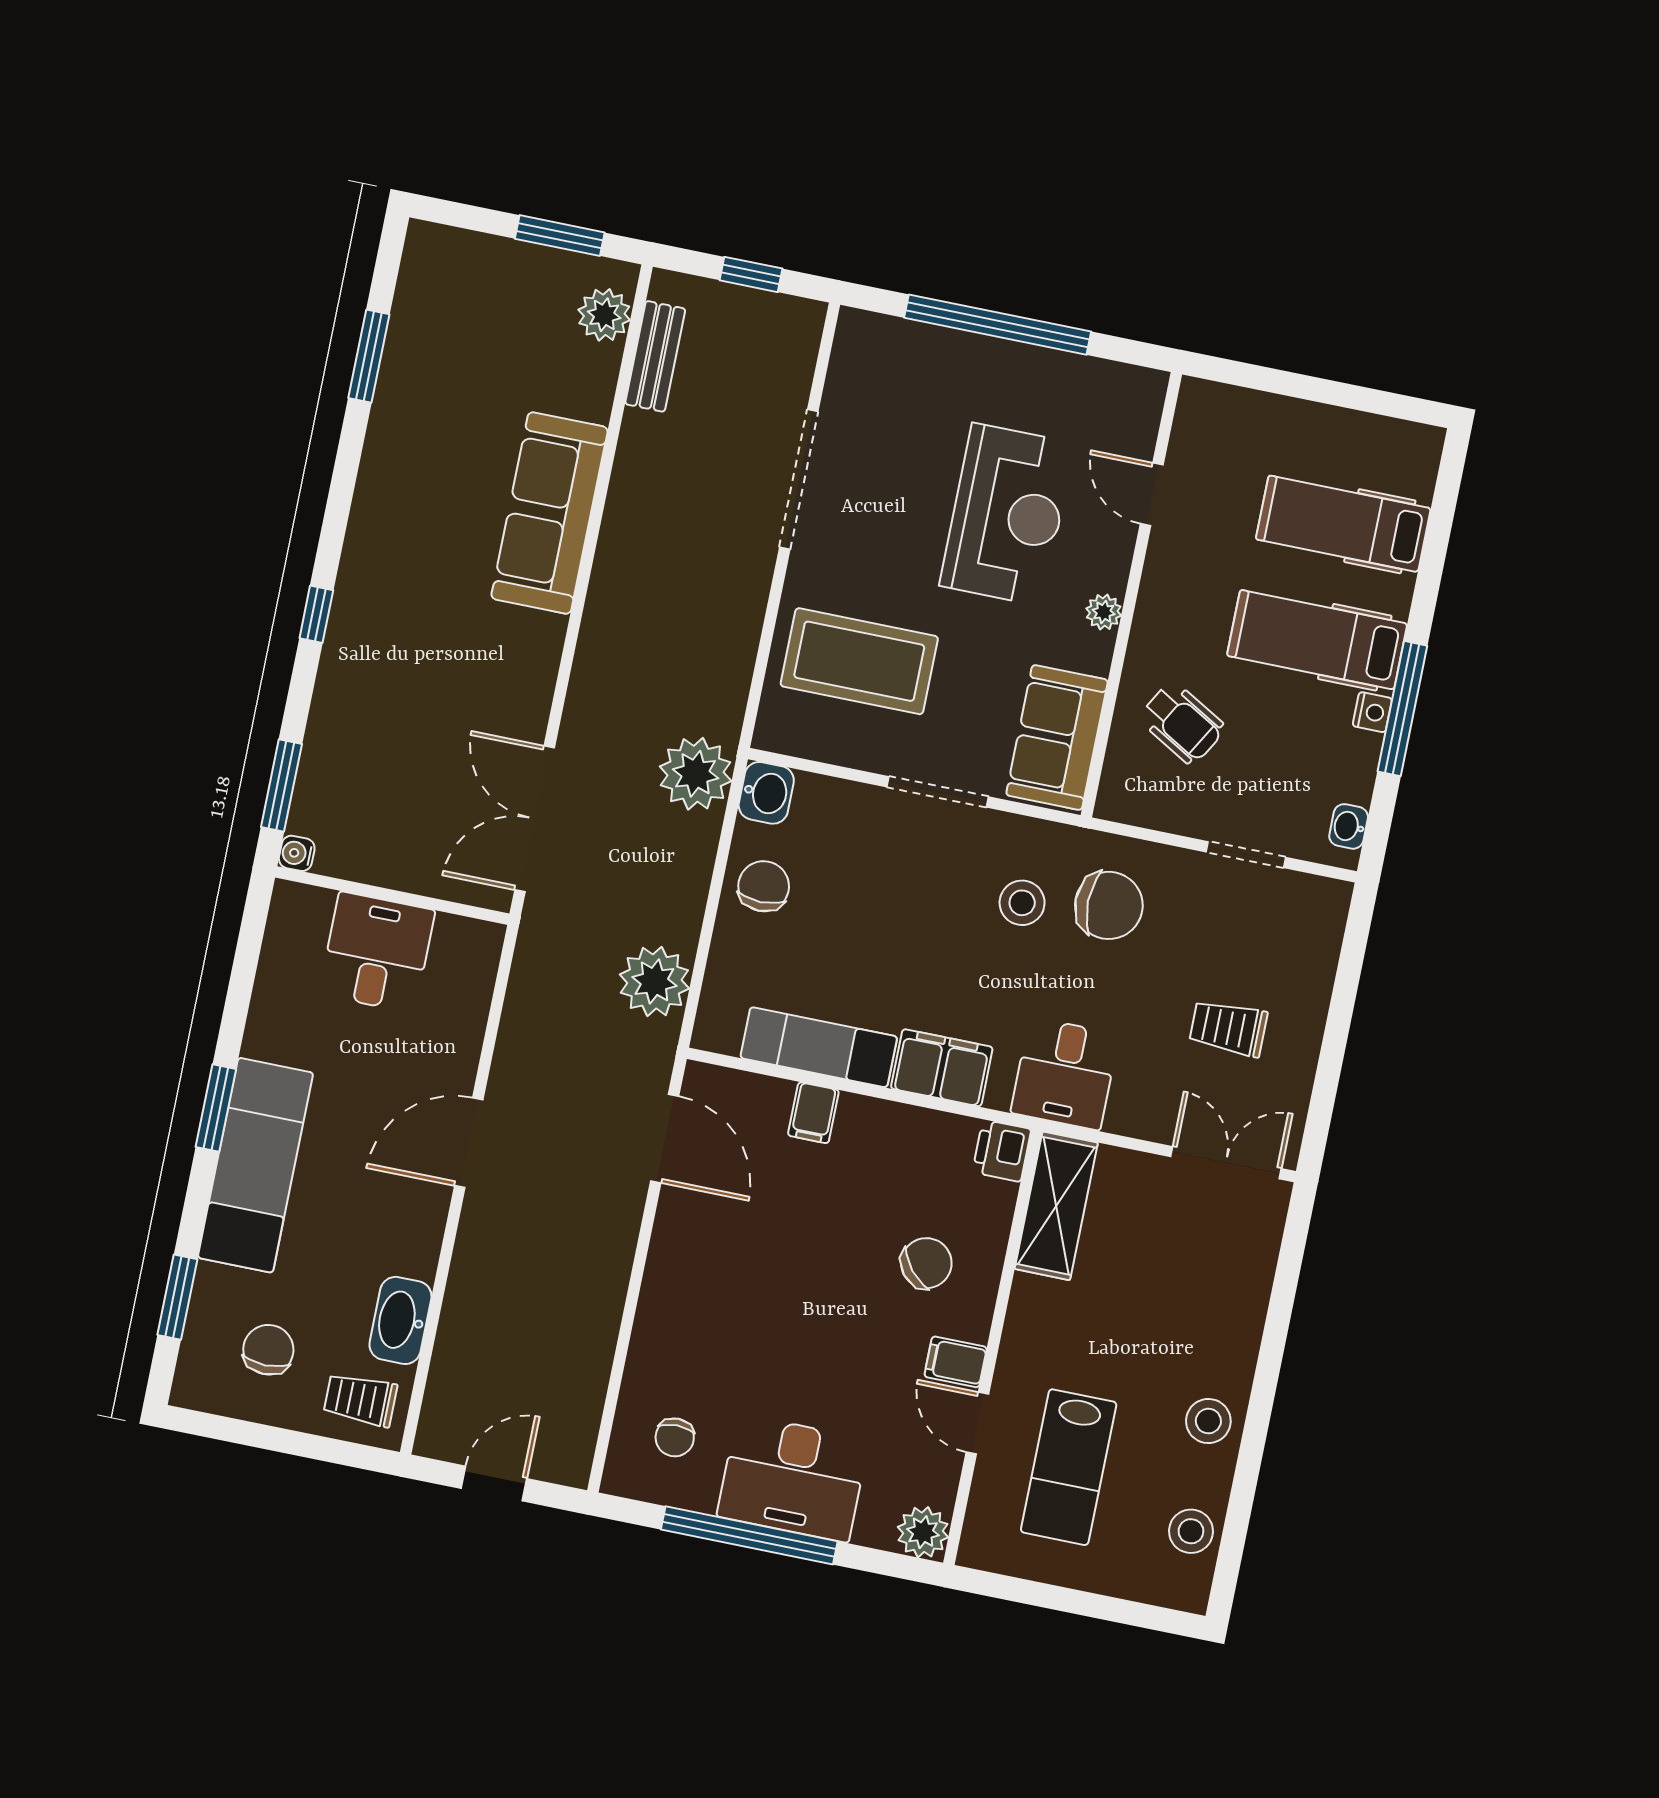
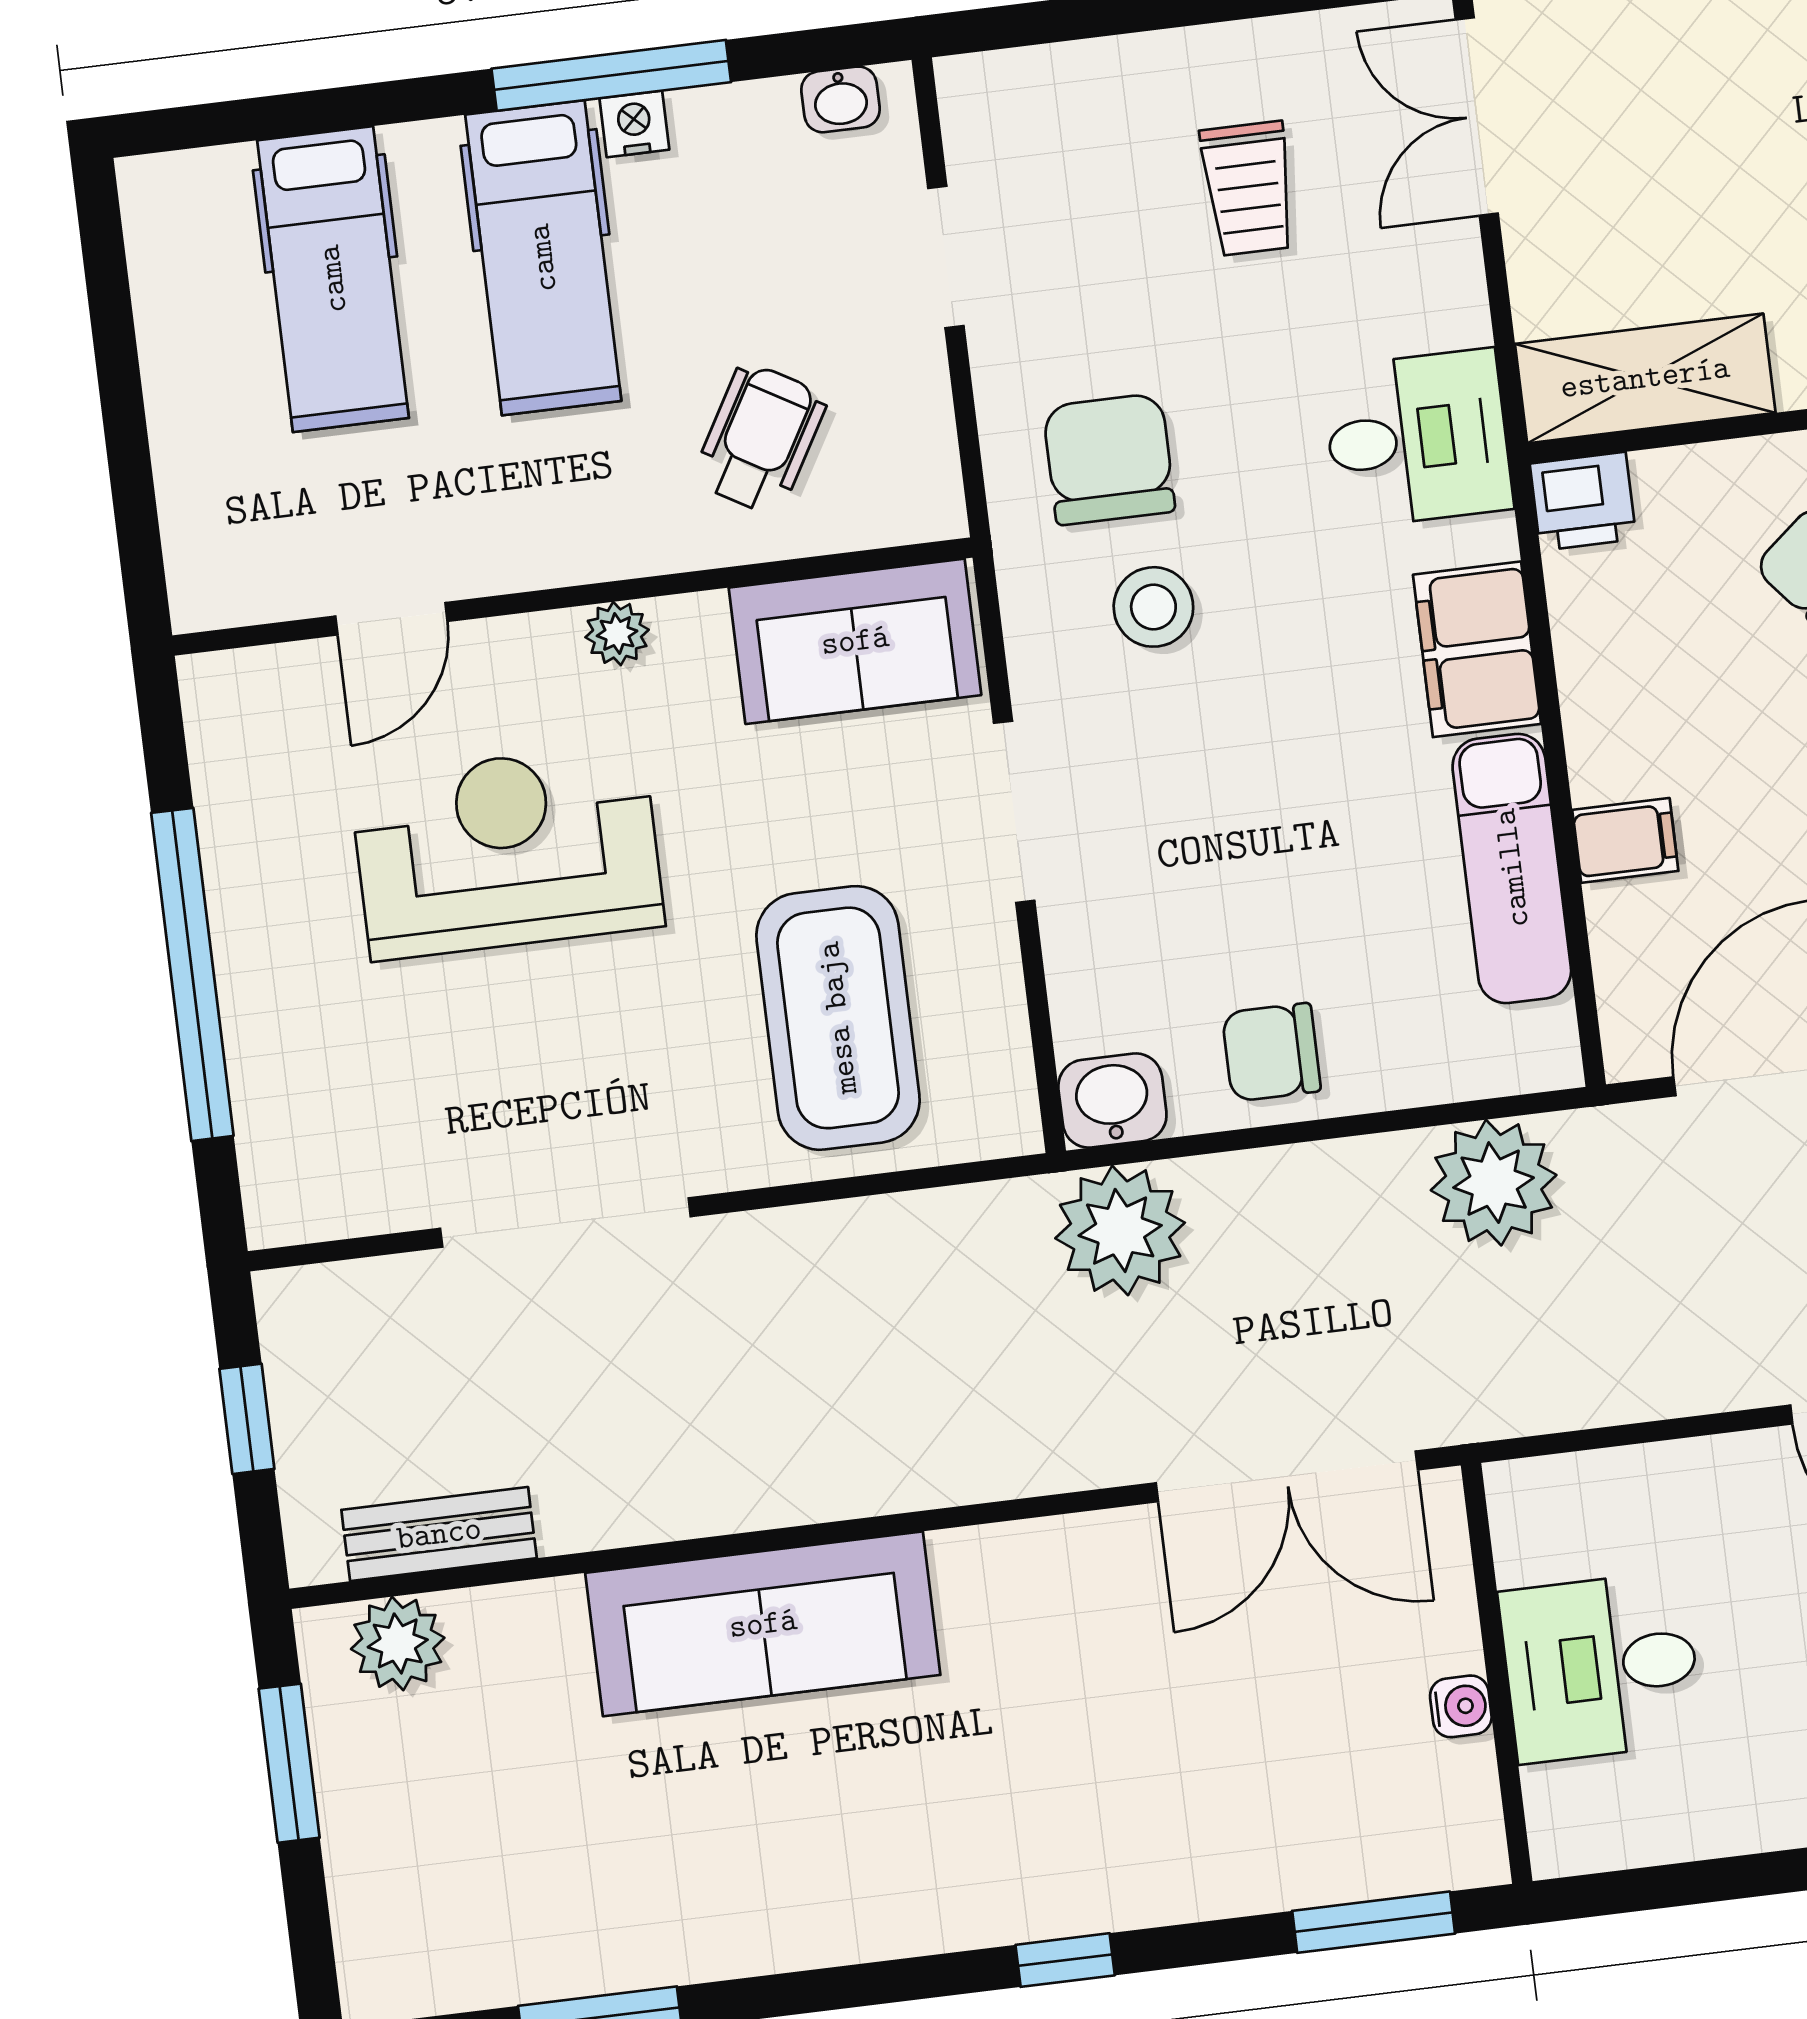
water cooler: (297, 853) -> (1461, 1706), moved, turned -90

